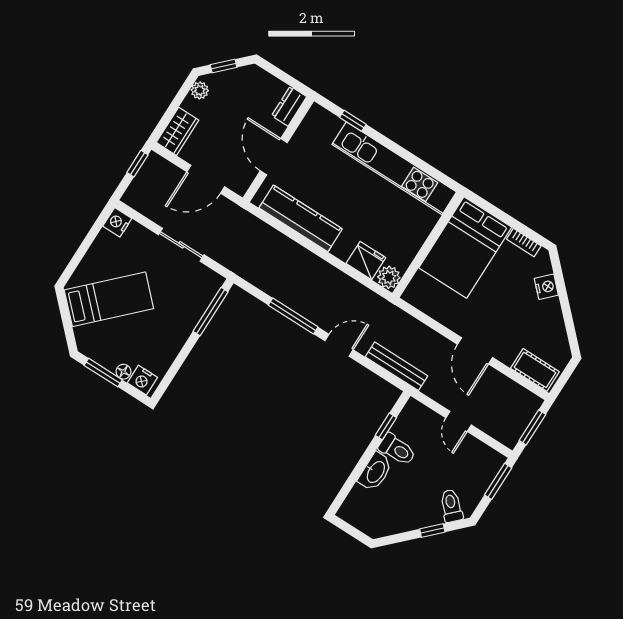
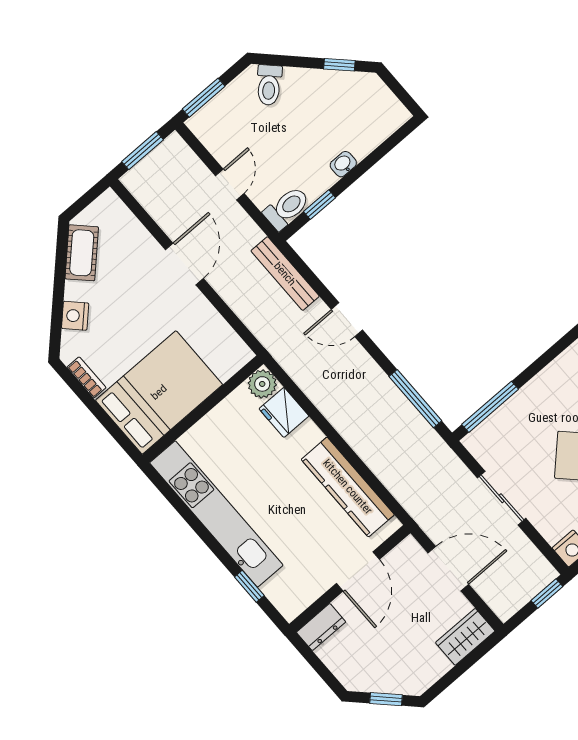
plant: (200, 90) -> (424, 678), removed
window: (137, 164) -> (547, 593), moved
window: (293, 316) -> (415, 399), moved
cot: (535, 370) -> (82, 253), moved, turned 45
toilet: (397, 449) -> (287, 208), moved, turned 90
washbasin: (375, 472) -> (343, 164), width x0.52, depth x0.69
window: (432, 530) -> (339, 65), moved

